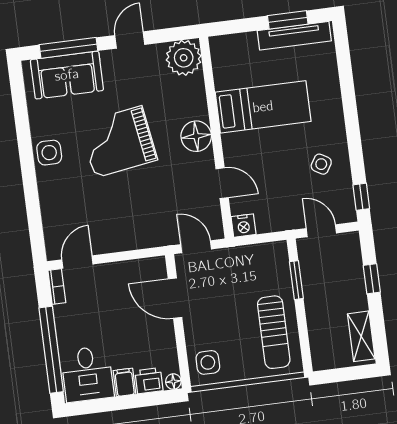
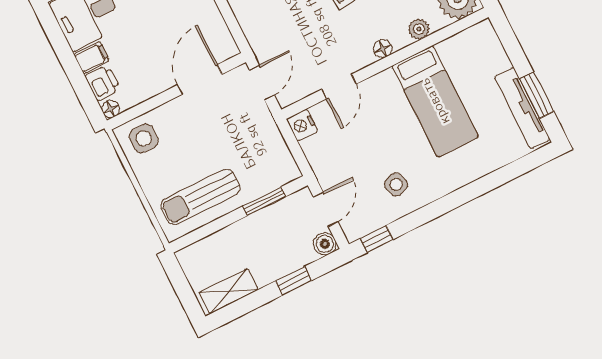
plant: (197, 99) -> (419, 29), added
floor lamp: (196, 136) -> (383, 49), width x0.53, depth x0.53
side table: (321, 164) -> (396, 184), turned 38
boiler: (350, 242) -> (325, 244), added

